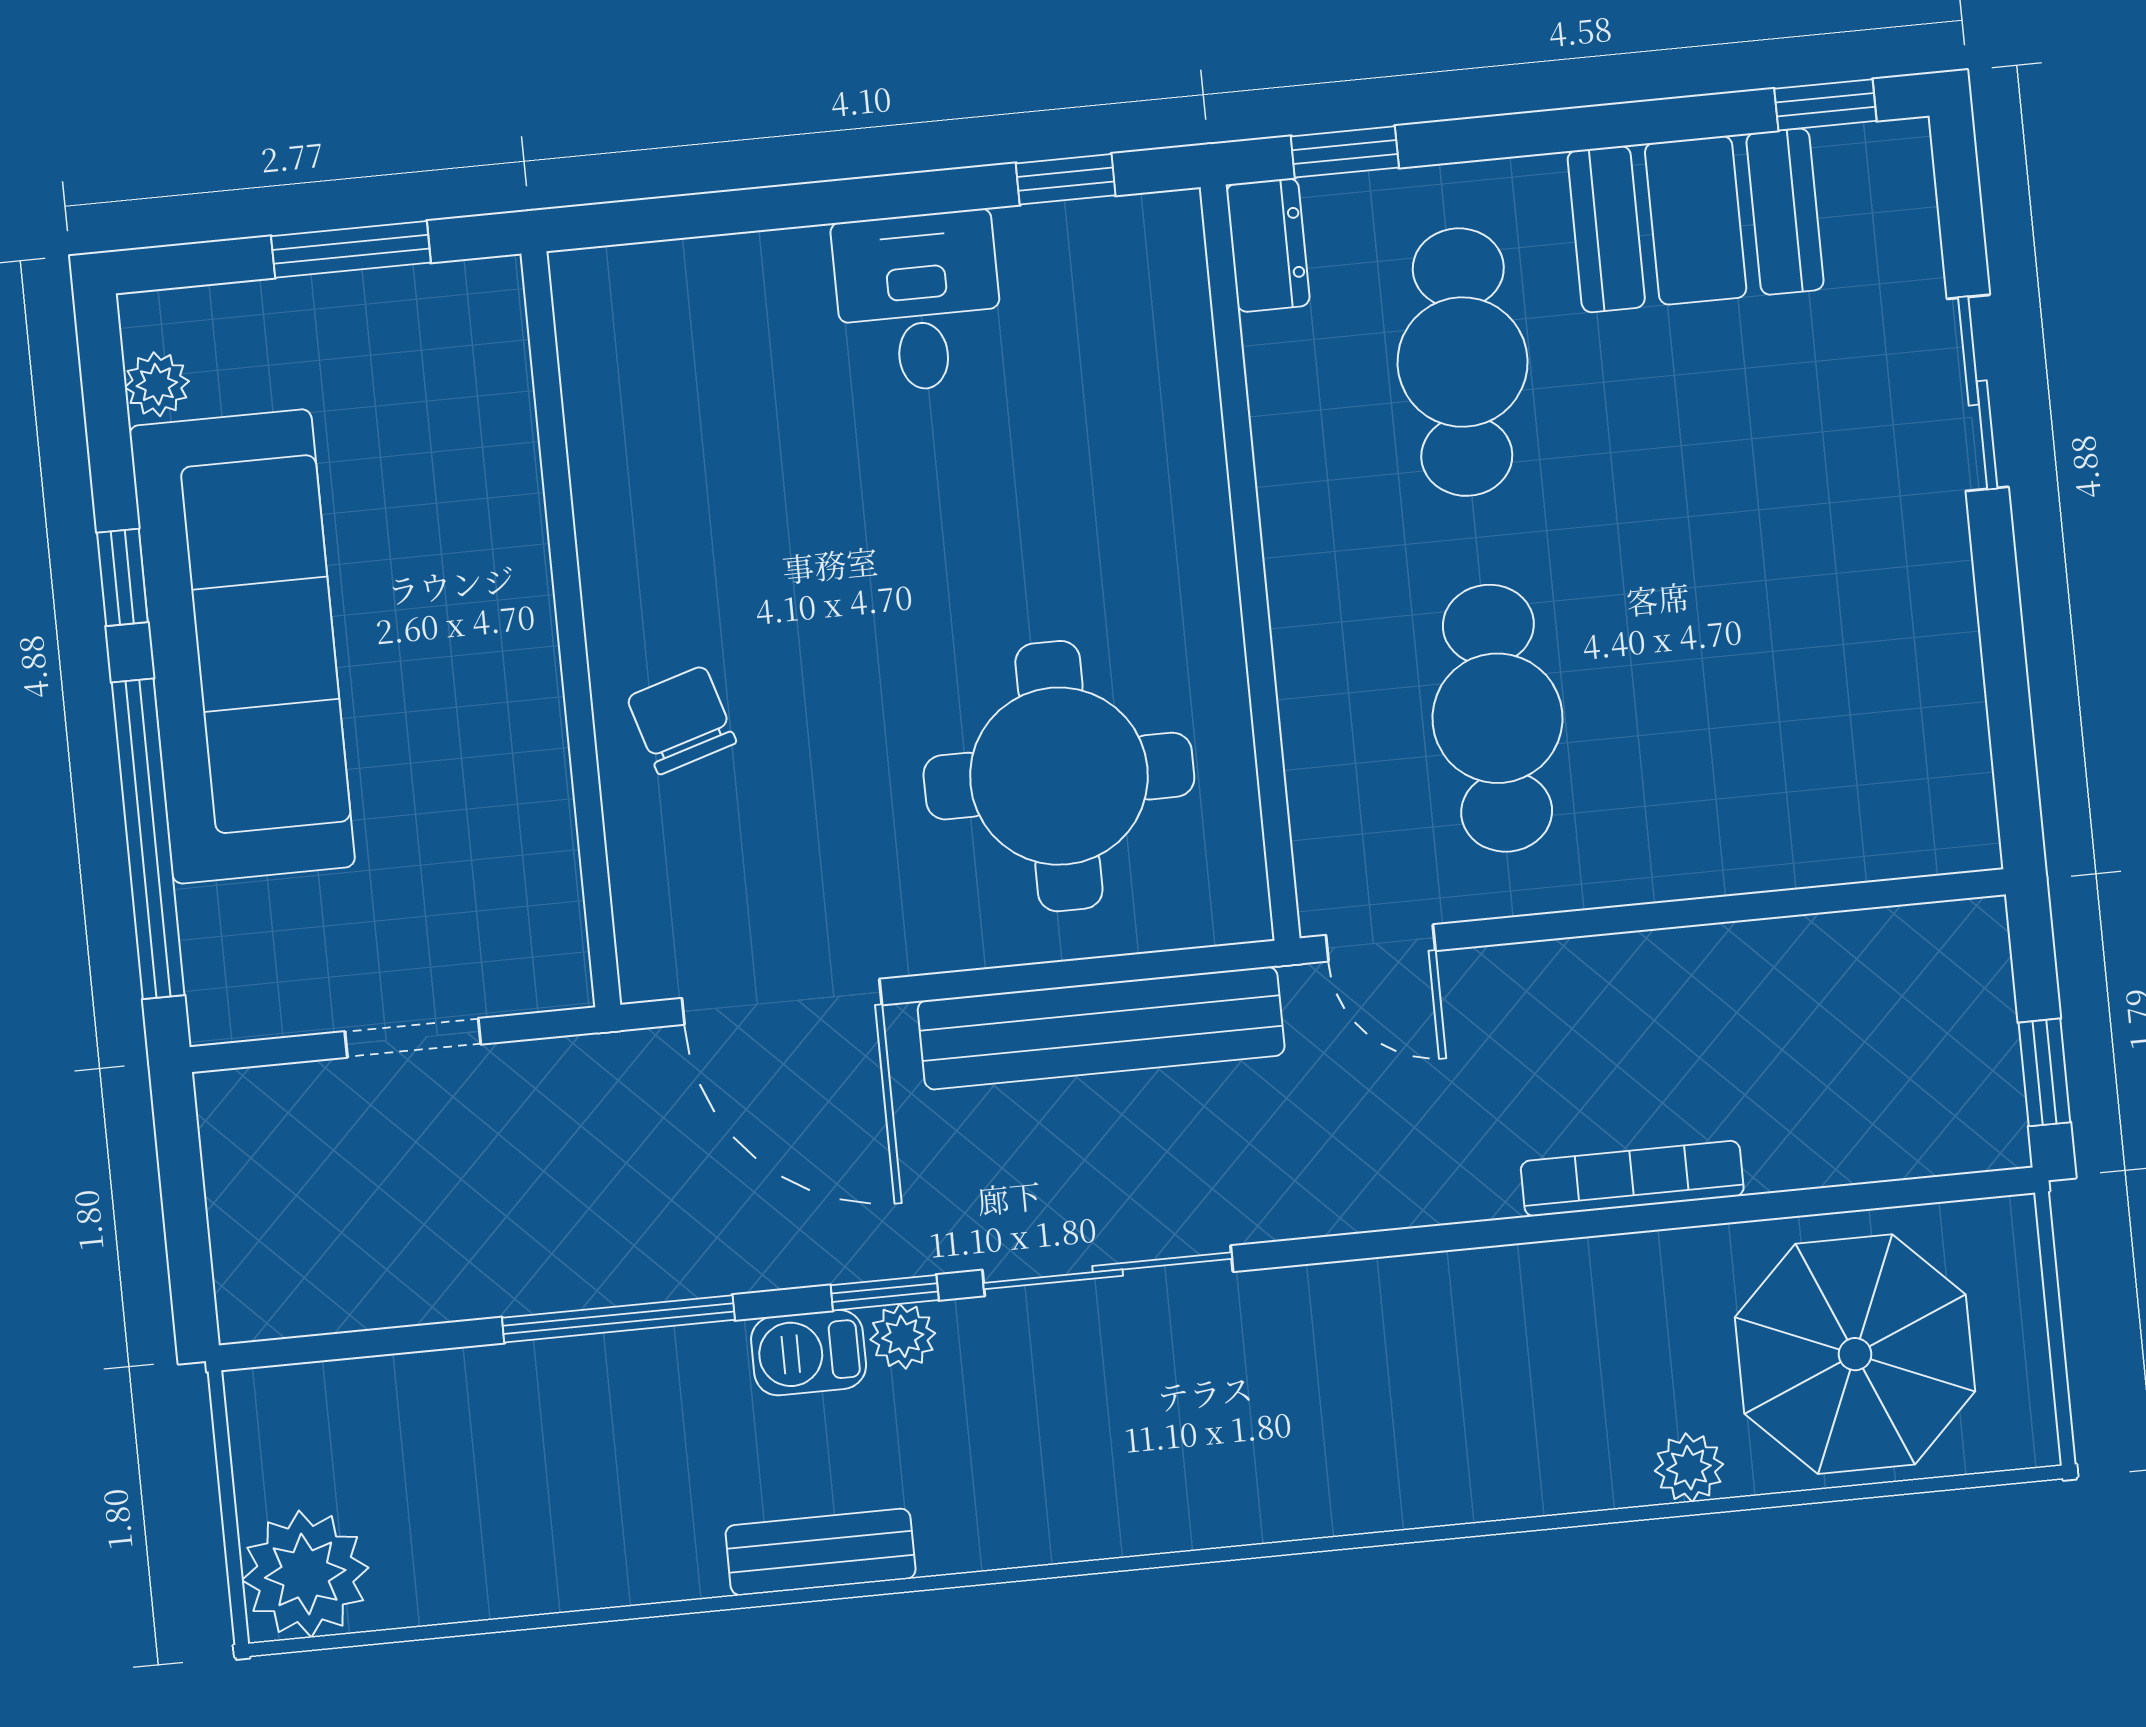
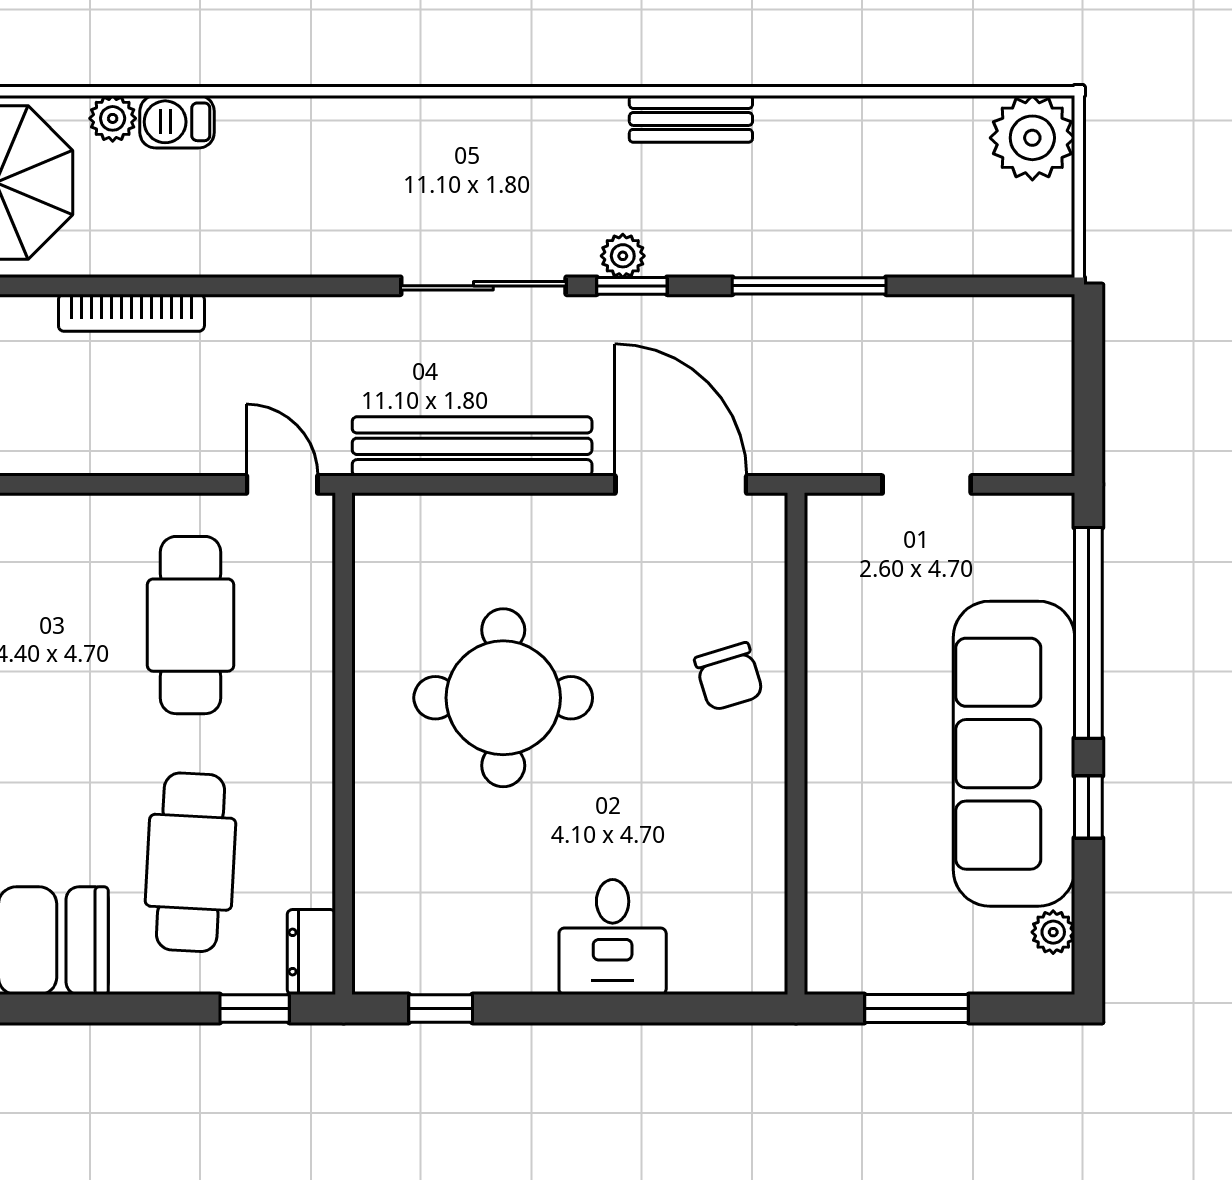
desk: (918, 302) -> (613, 937), moved
round table: (1059, 776) -> (503, 698), moved
barbecue: (809, 1353) -> (177, 122), moved, turned 180

